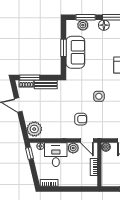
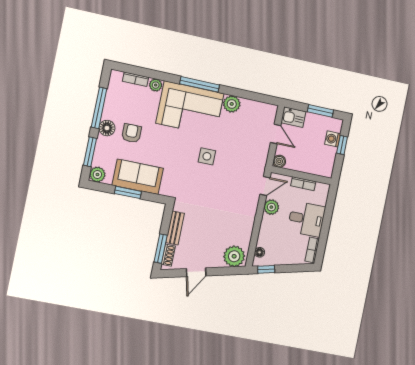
plant: (83, 25) -> (97, 174), moved
armchair: (81, 119) -> (132, 133), moved
desk: (56, 155) -> (306, 219), moved, turned 180

